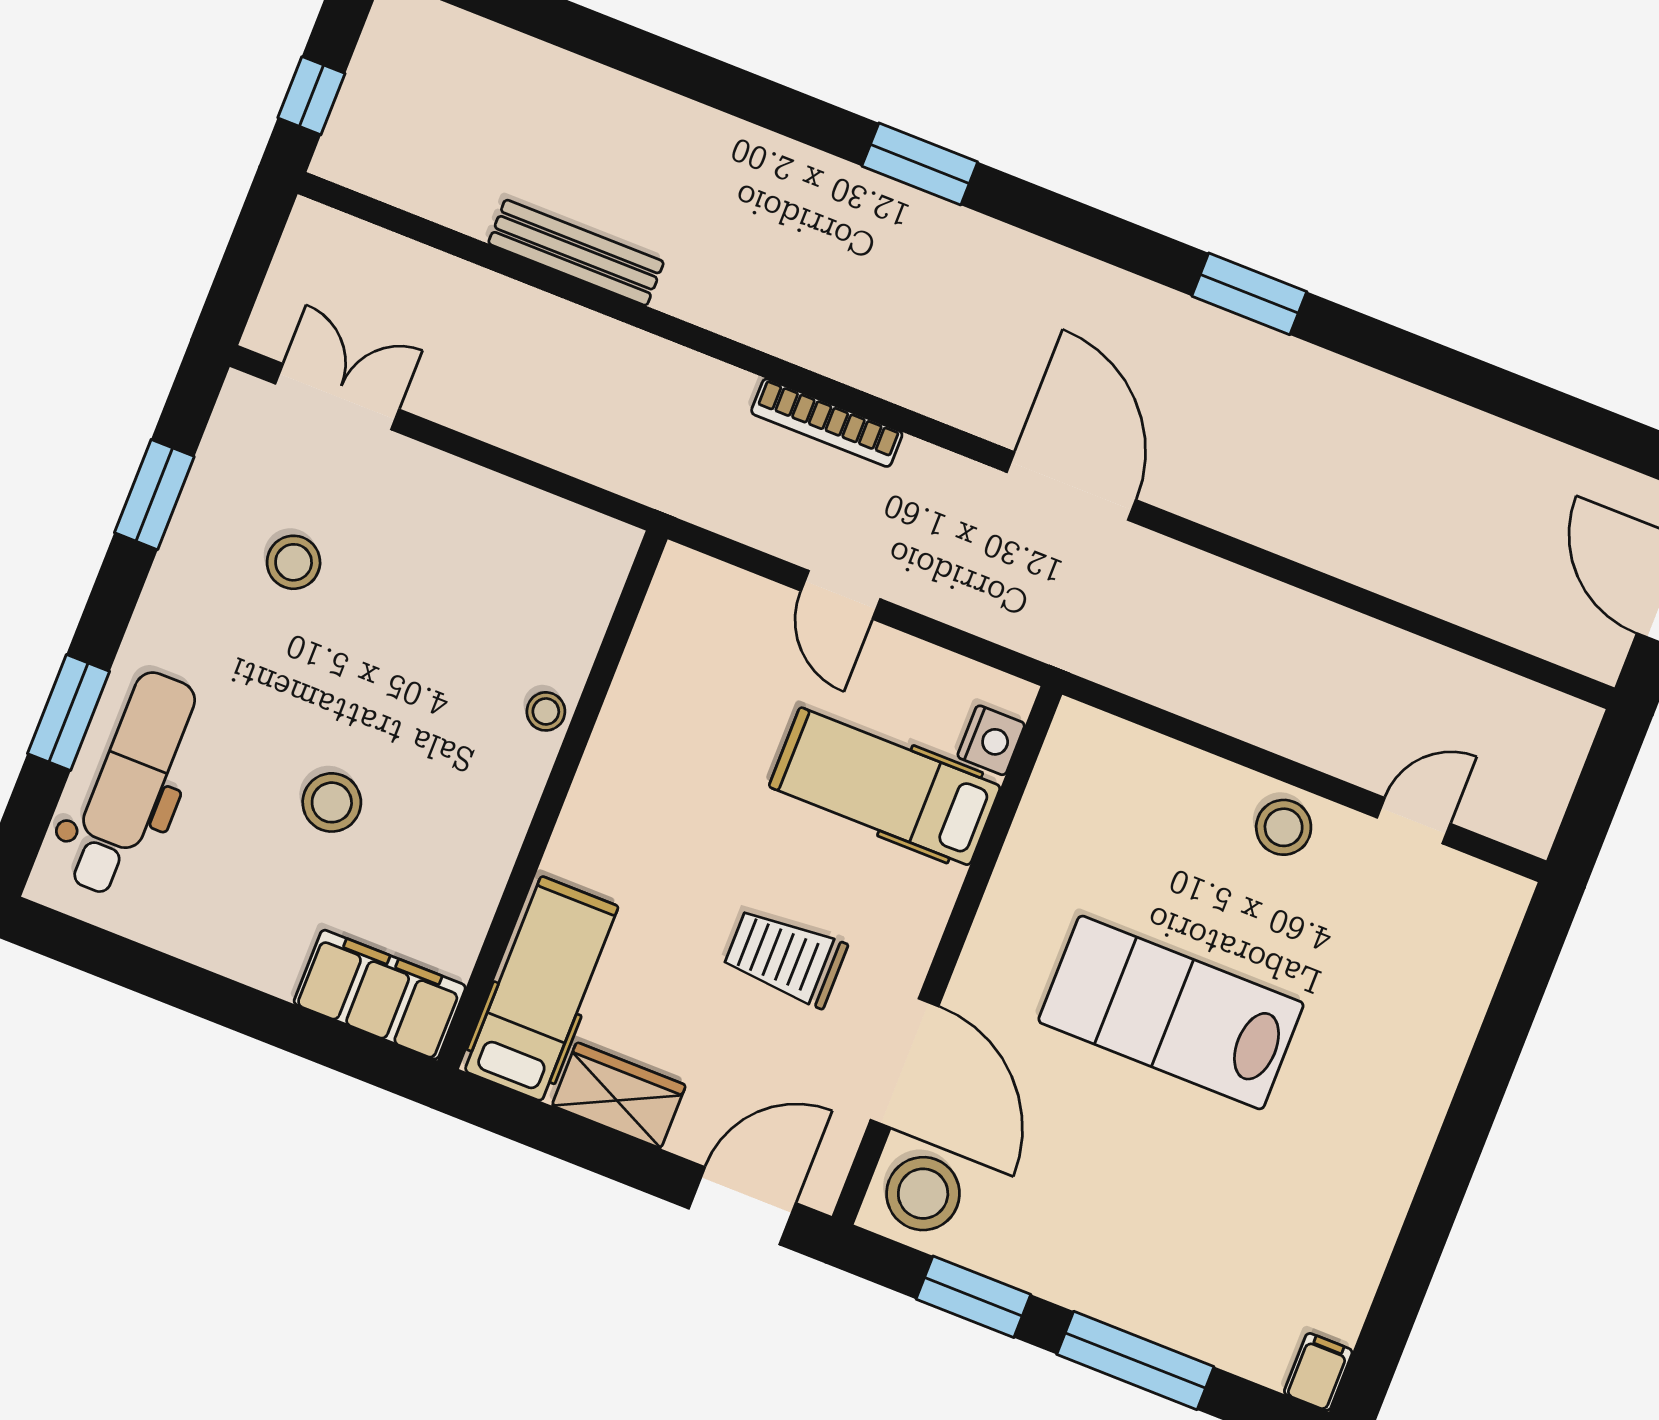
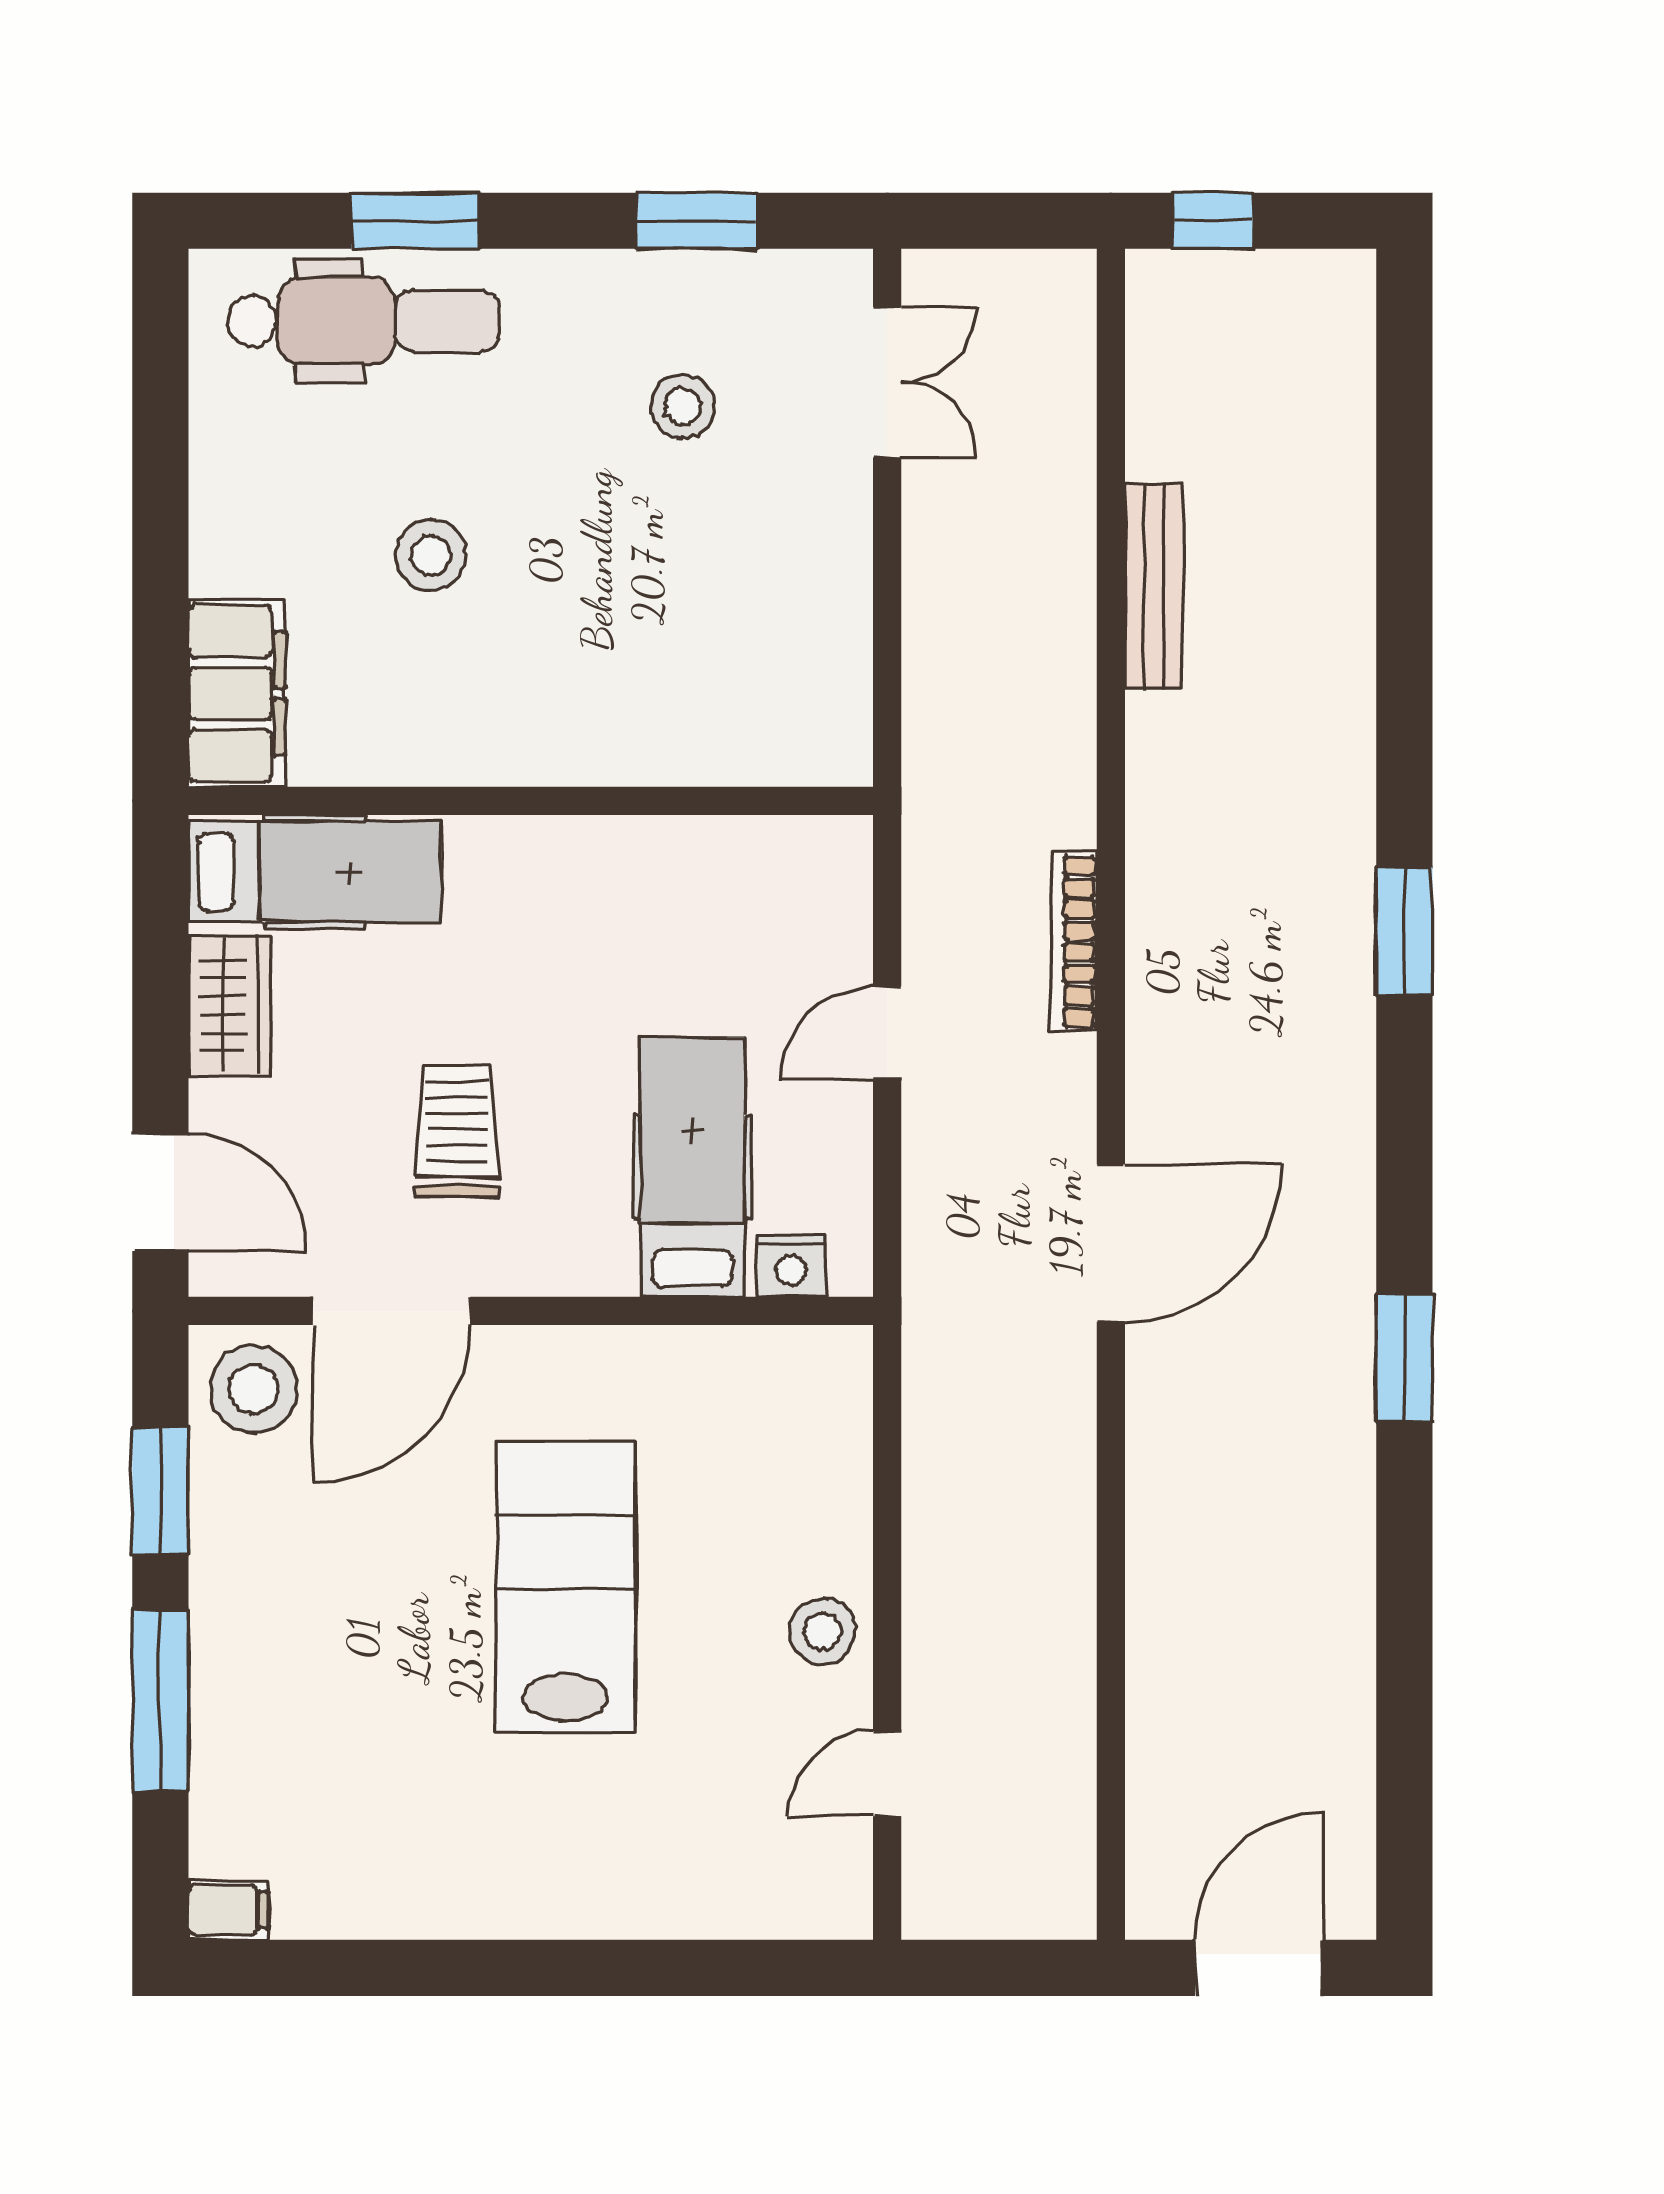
stool: (546, 711) -> (627, 755), removed
door: (1414, 821) -> (887, 1774), swing flipped

